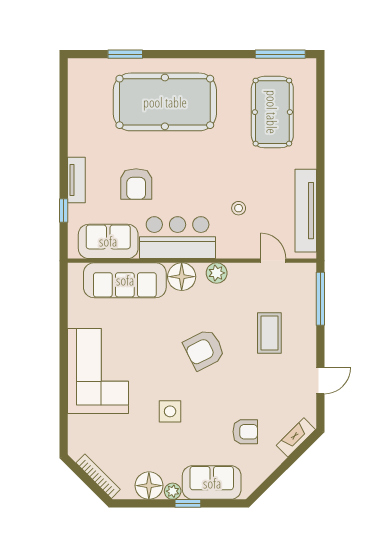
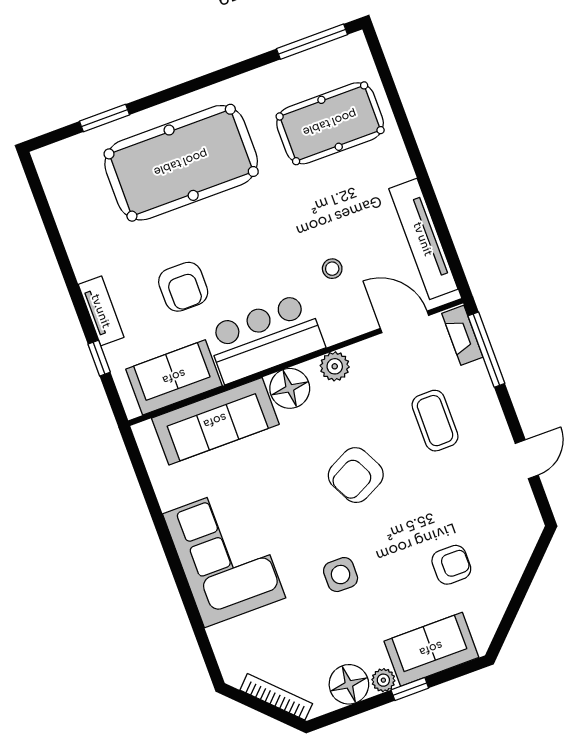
pool table: (272, 112) -> (330, 123), turned 90
door: (273, 261) -> (405, 322), width x1.38
fireplace: (296, 437) -> (462, 335), moved, turned -45

